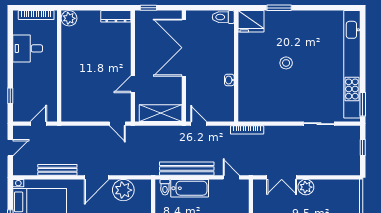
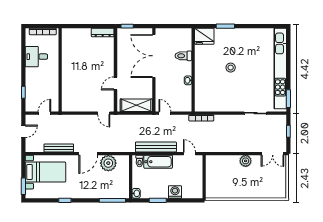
toilet: (223, 17) -> (183, 56), moved
plant: (69, 18) -> (67, 34), removed
double door: (282, 177) -> (273, 154), moved

